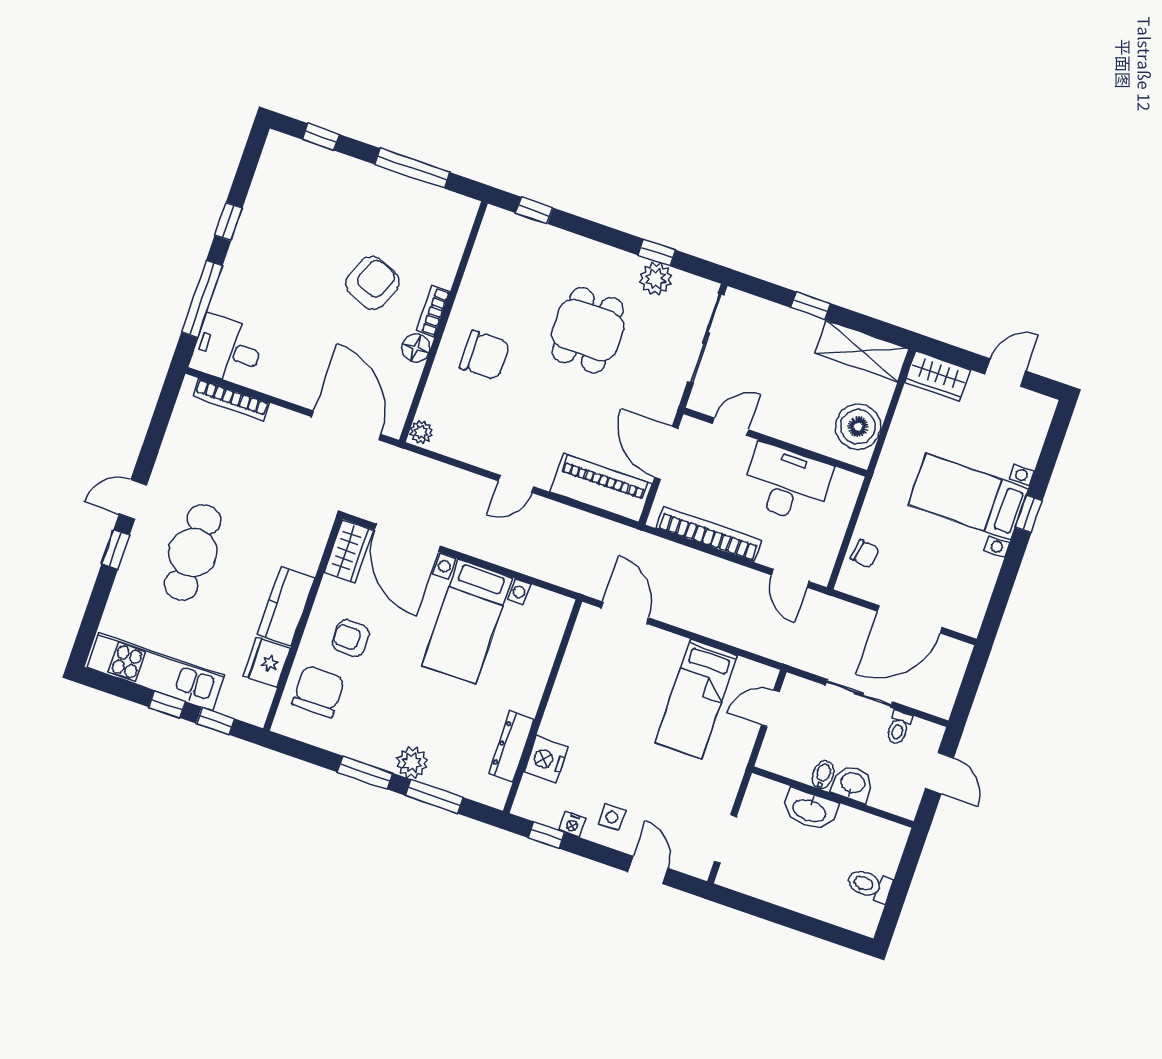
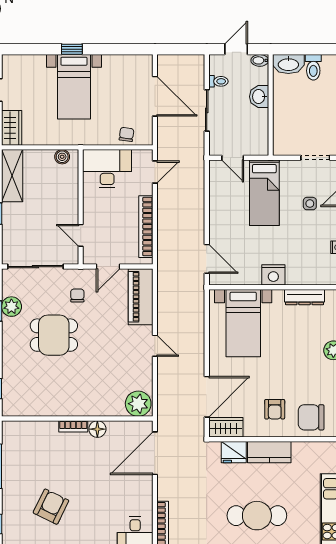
armchair: (372, 283) -> (51, 507), moved, turned 93
chair: (485, 355) -> (77, 295), moved, width x0.54, depth x0.54
boiler: (858, 427) -> (62, 157), width x0.54, depth x0.54
plant: (421, 432) -> (138, 404), width x1.87, depth x1.87
door: (666, 453) -> (108, 267), width x0.73
desk: (786, 483) -> (107, 169), moved, turned 90
door: (625, 613) -> (207, 259), swing flipped
bed with nightstands: (467, 622) -> (243, 323), moved, turned 90
fridge: (267, 662) -> (234, 452), moved
bed: (696, 699) -> (264, 193), moved, turned 90
nightstand: (546, 759) -> (273, 275), moved
bidet: (823, 775) -> (260, 60), moved
washbasin: (810, 810) -> (288, 64), moved, turned 90
side table: (612, 817) -> (310, 204), moved

